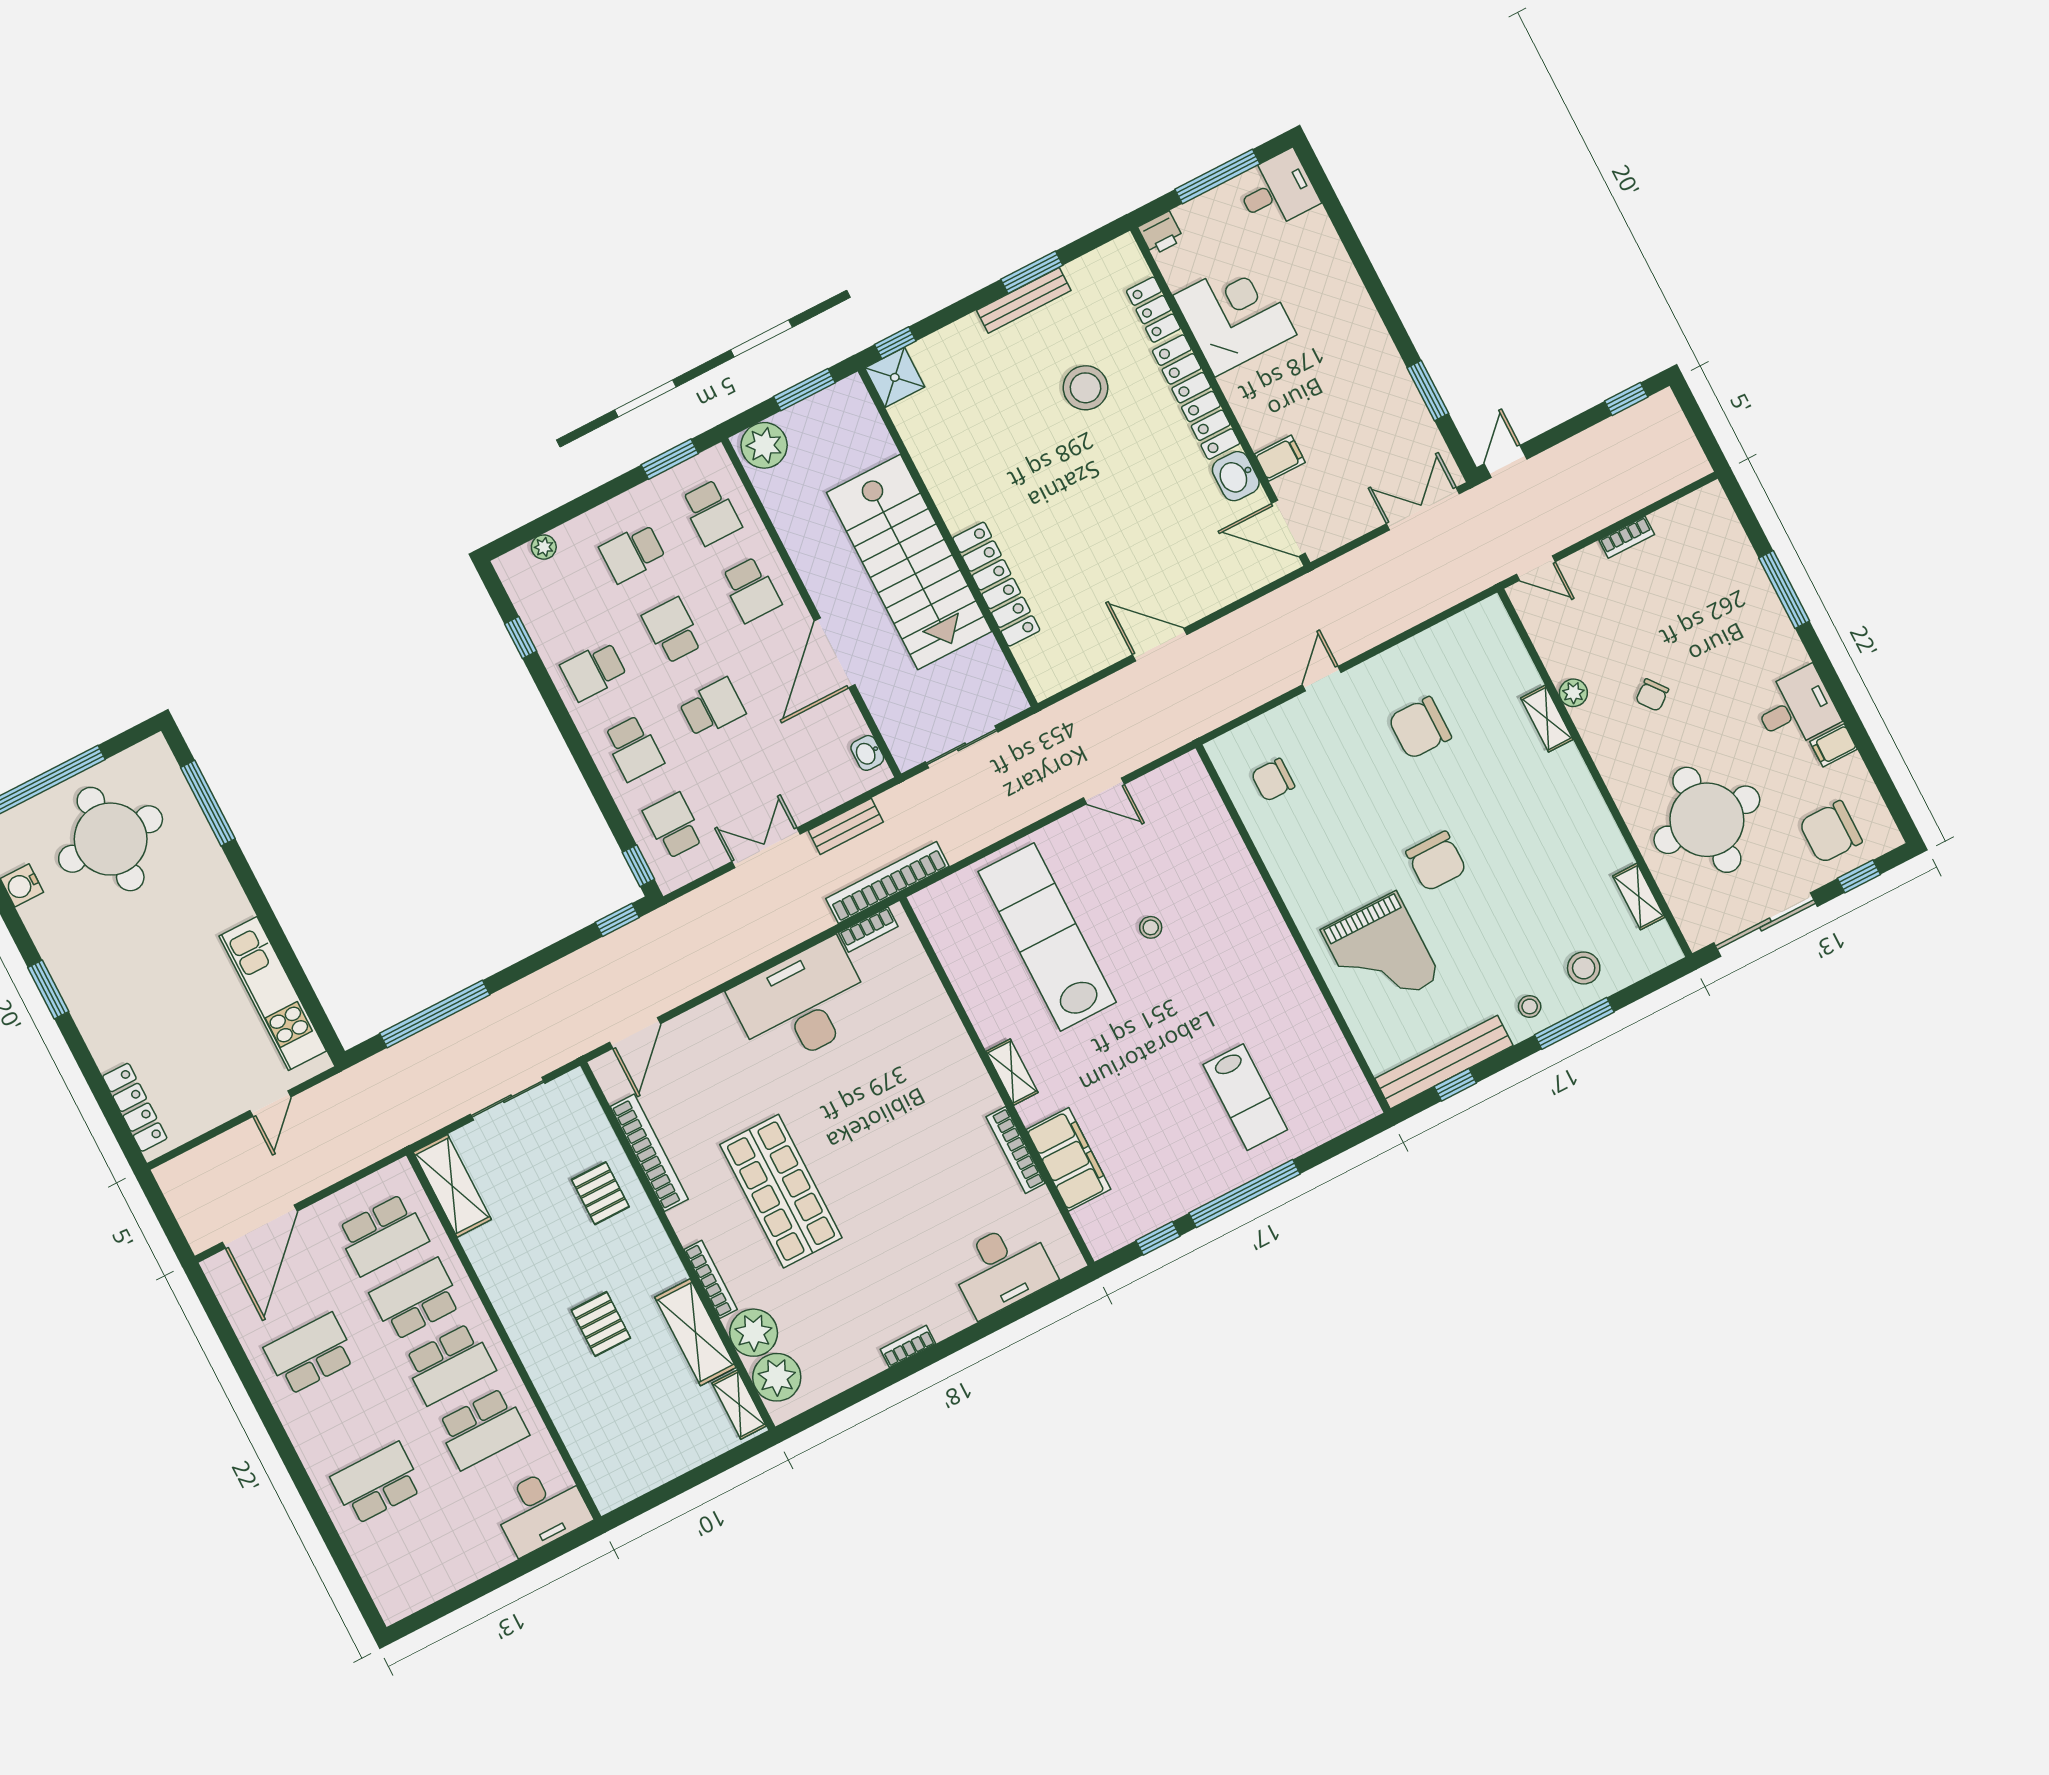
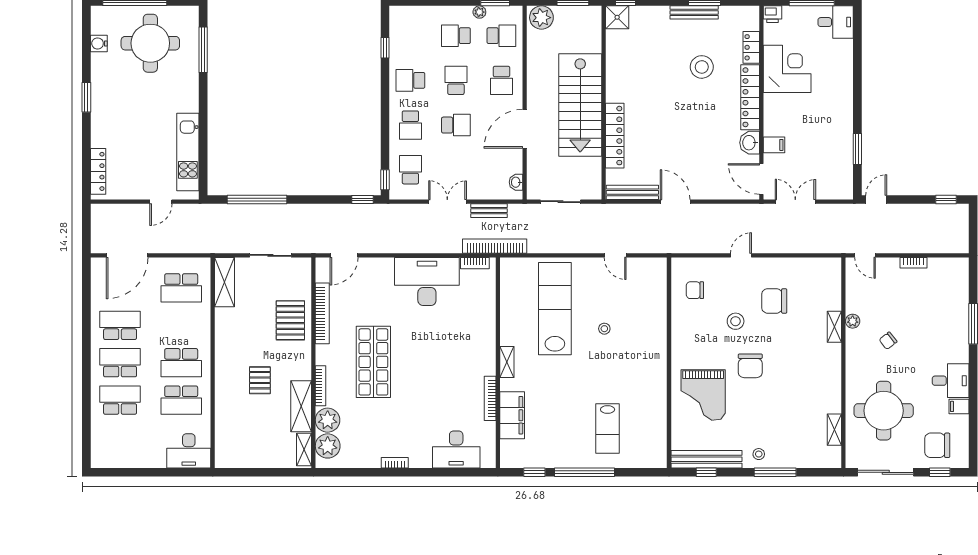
double door: (1423, 509) -> (795, 202), moved
school desk: (711, 512) -> (501, 36), turned -90
plant: (544, 547) -> (479, 12), moved
bench: (1078, 667) -> (632, 192), added
stool: (1584, 968) -> (736, 321), moved
pallet: (600, 1193) -> (290, 320), width x1.50, depth x1.42
school desk: (416, 1299) -> (120, 363), moved

